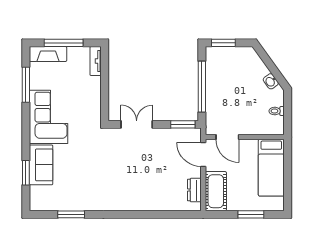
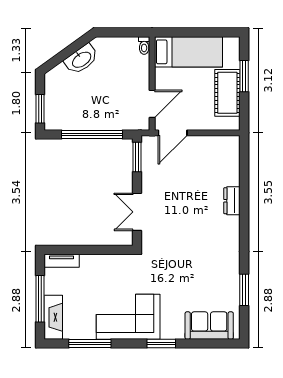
washbasin: (271, 81) -> (81, 59), width x1.91, depth x1.45
toilet: (277, 111) -> (144, 45), moved
sofa: (41, 165) -> (209, 326), moved
window: (26, 173) -> (161, 344), moved
dresser: (194, 190) -> (232, 201), moved, turned 90
cot: (216, 191) -> (227, 93), moved, turned 90

